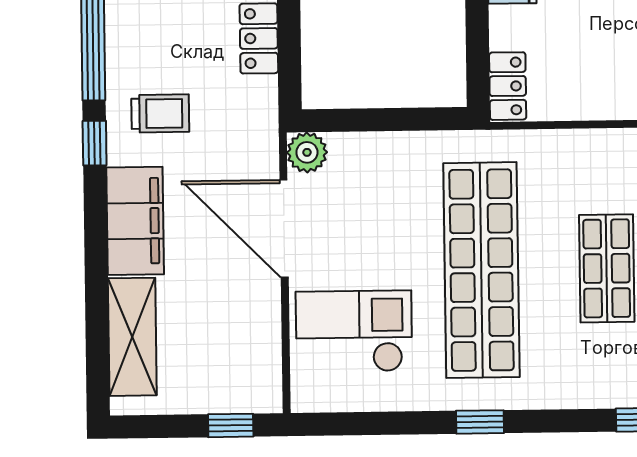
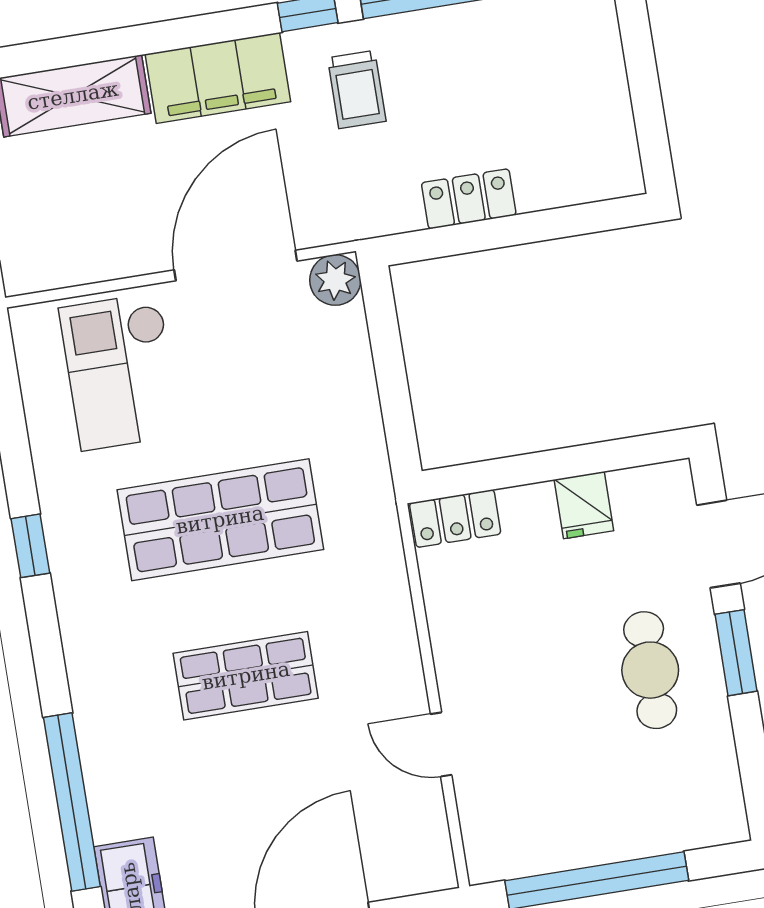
shop shelf: (481, 270) -> (220, 520), width x0.71
checkout: (354, 331) -> (120, 372), turned 180

